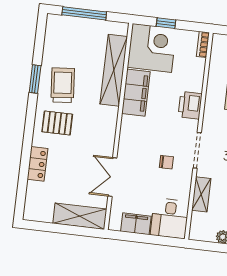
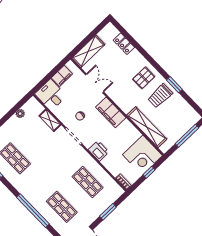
trolley: (63, 85) -> (160, 96), turned 95
filing cabinet: (136, 93) -> (111, 112), moved
locker: (37, 164) -> (124, 44), moved

